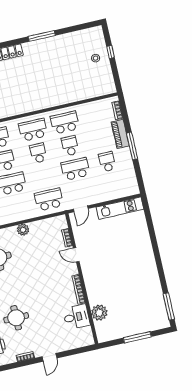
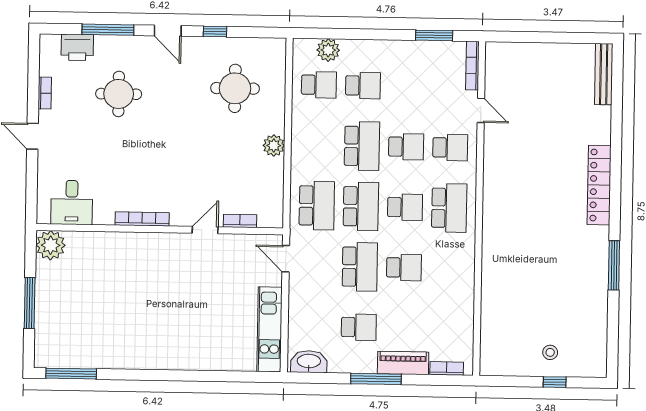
school desk: (65, 122) -> (361, 206), moved
washbasin: (132, 183) -> (309, 362), added
plant: (99, 313) -> (51, 245), moved
desk: (76, 317) -> (72, 202), moved

